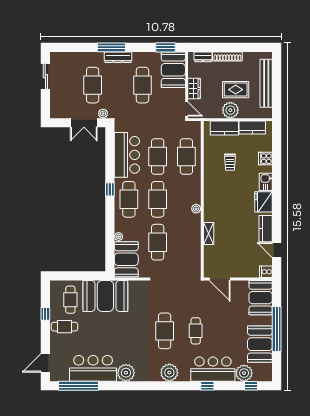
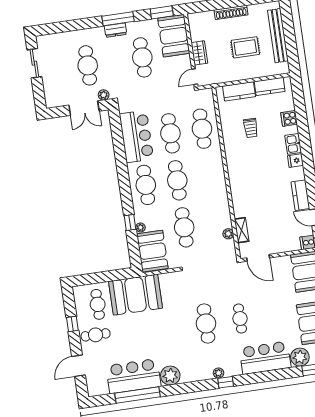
window: (111, 47) -> (118, 19), moved
dresser: (118, 57) -> (116, 30), width x0.70
dresser: (203, 57) -> (204, 17), removed
door: (187, 109) -> (195, 77), swing flipped
plant: (230, 110) -> (243, 71), removed
window: (110, 189) -> (130, 223), moved
fridge: (263, 202) -> (295, 161), width x0.53, depth x0.75
plant: (196, 209) -> (228, 234), moved
shelving: (209, 233) -> (242, 230), moved
door: (45, 363) -> (78, 366), moved
plant: (169, 373) -> (219, 373), width x0.53, depth x0.53
window: (79, 386) -> (138, 395), moved
window: (207, 386) -> (226, 382), moved

